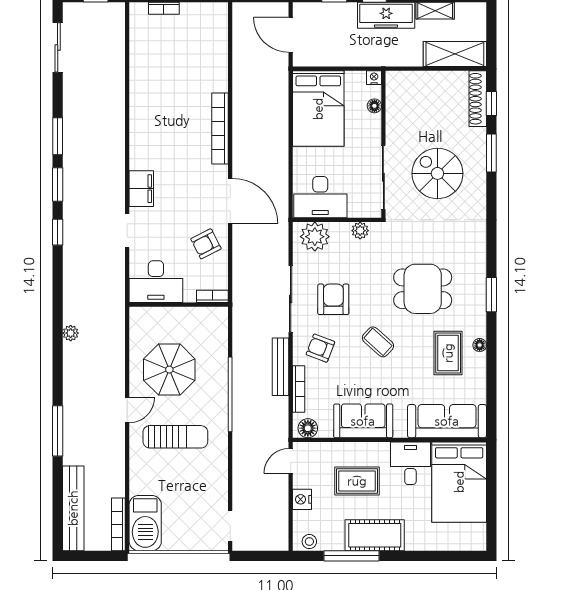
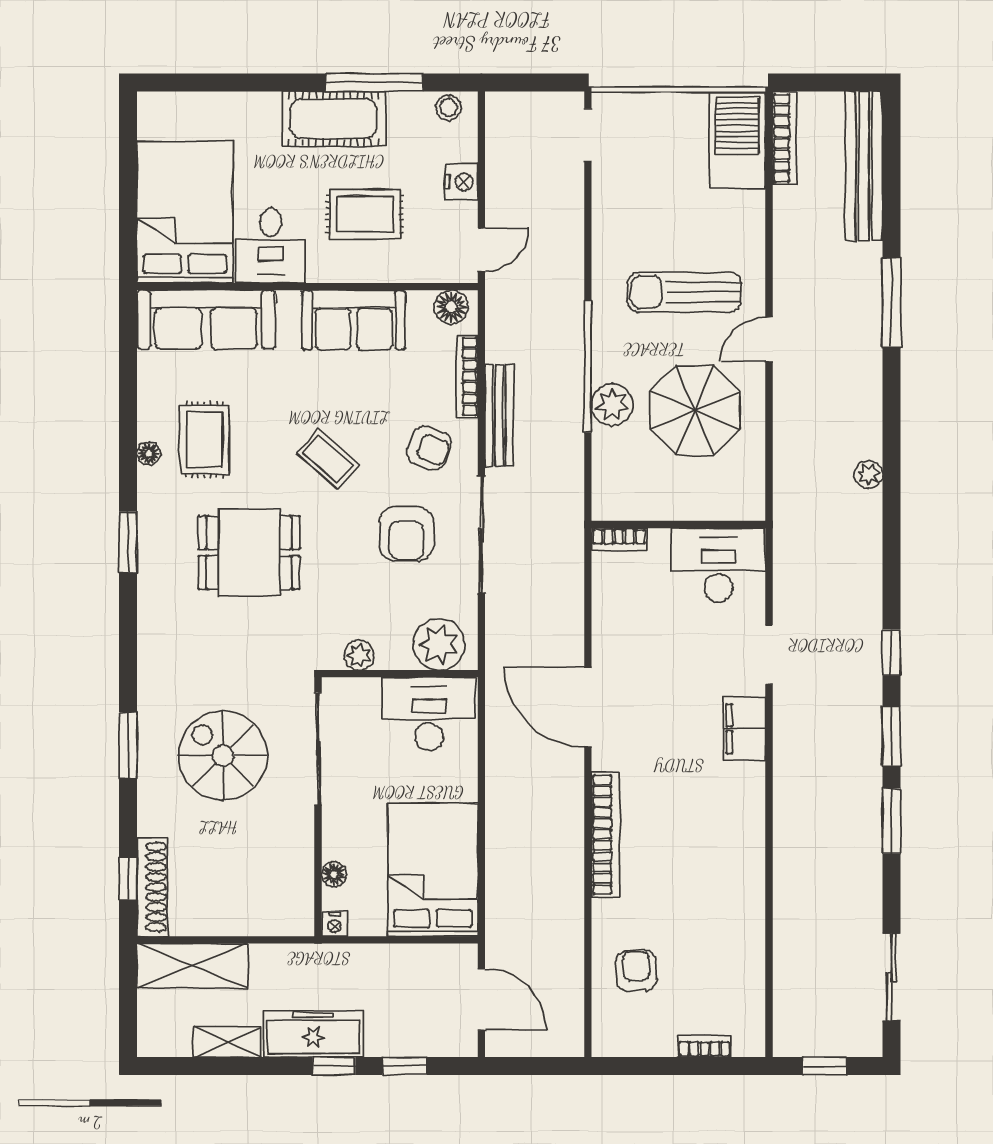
window: (491, 153) -> (128, 745), moved
spiral stairs: (437, 173) -> (223, 755), turned 180
armchair: (206, 244) -> (636, 971), moved, turned -66
plant: (216, 373) -> (612, 405), added

